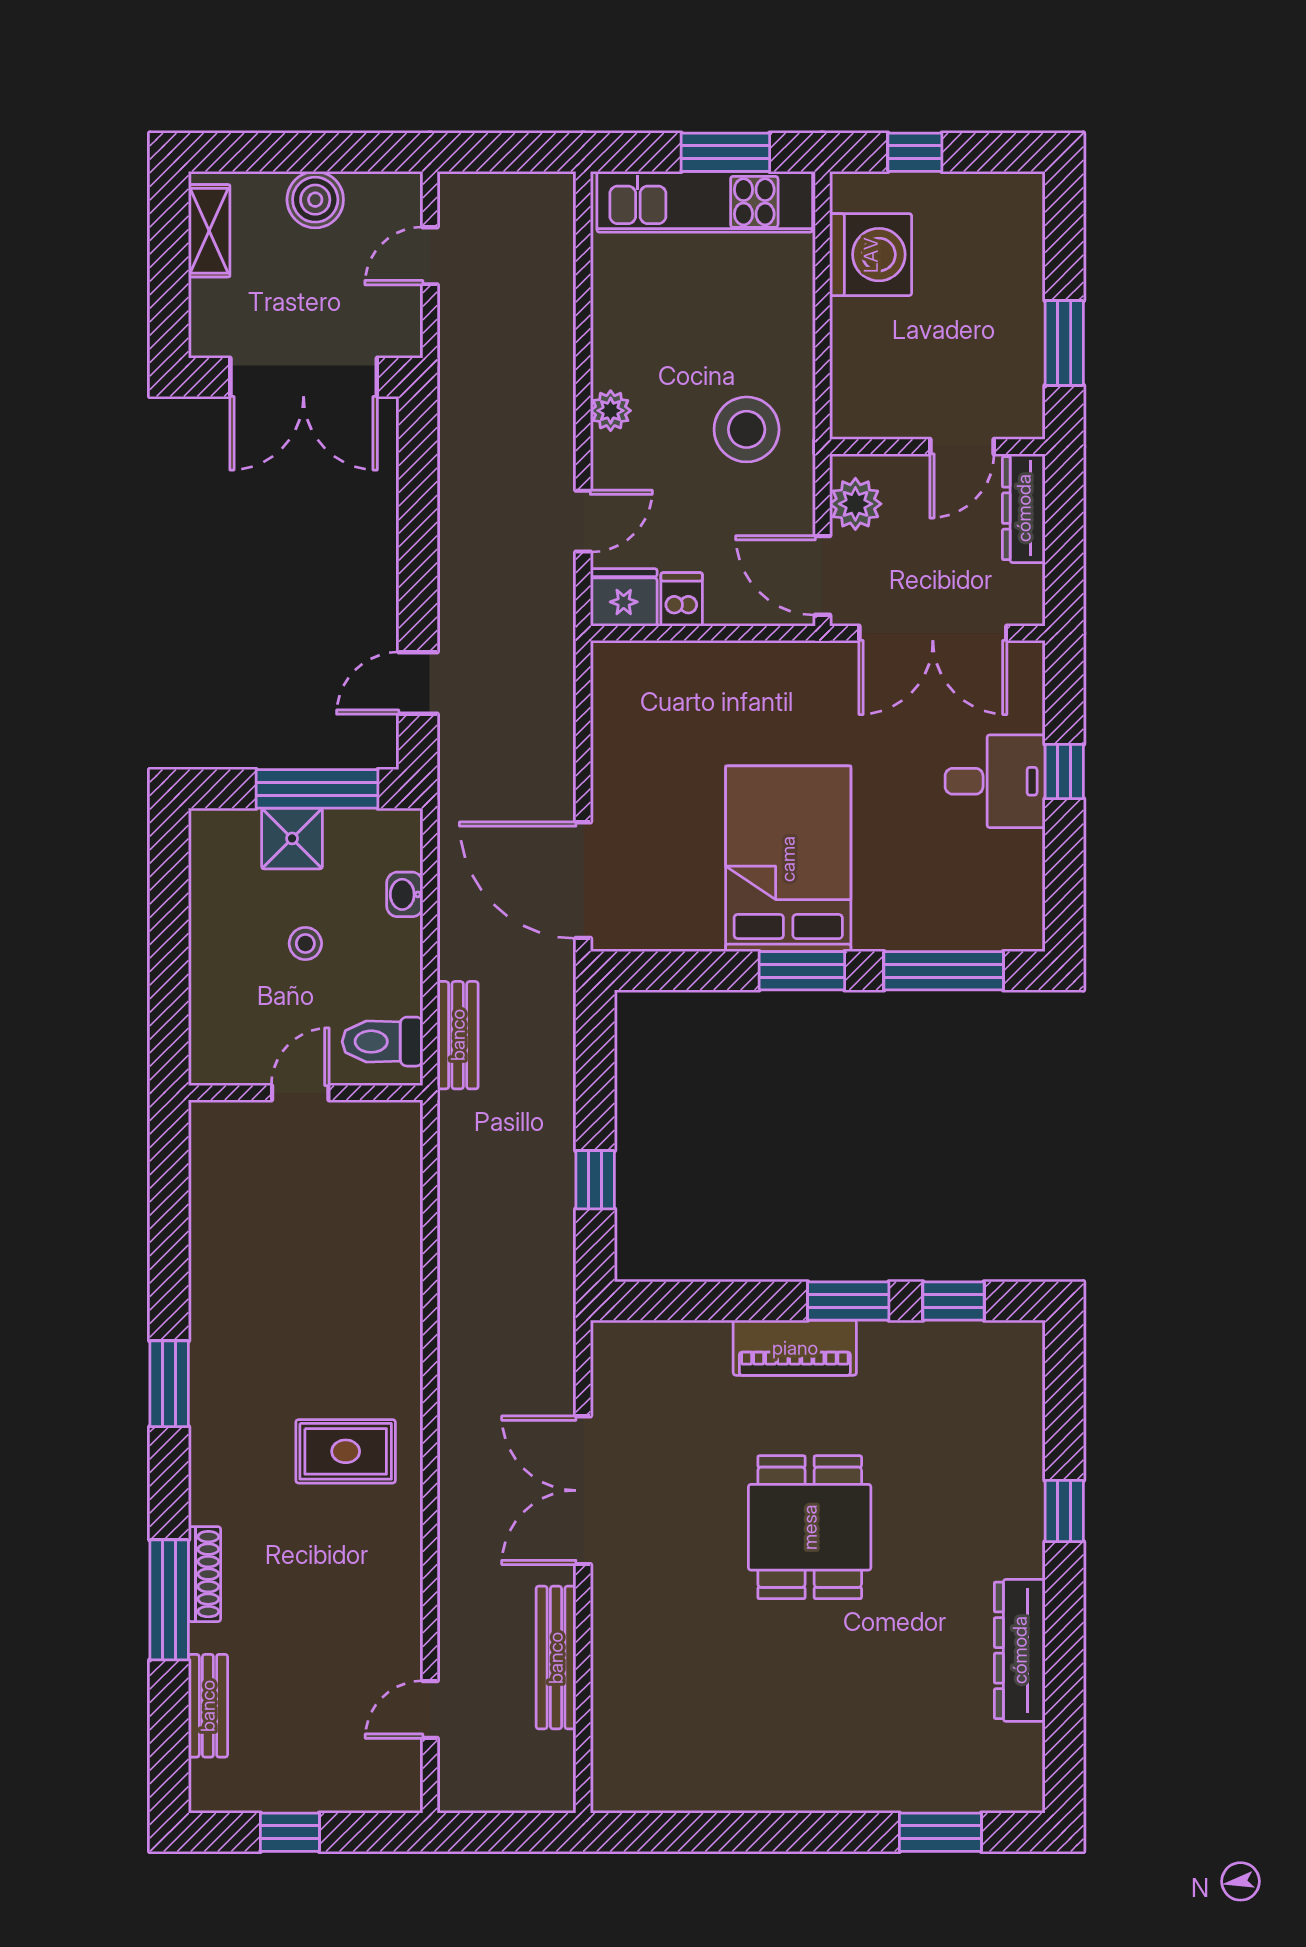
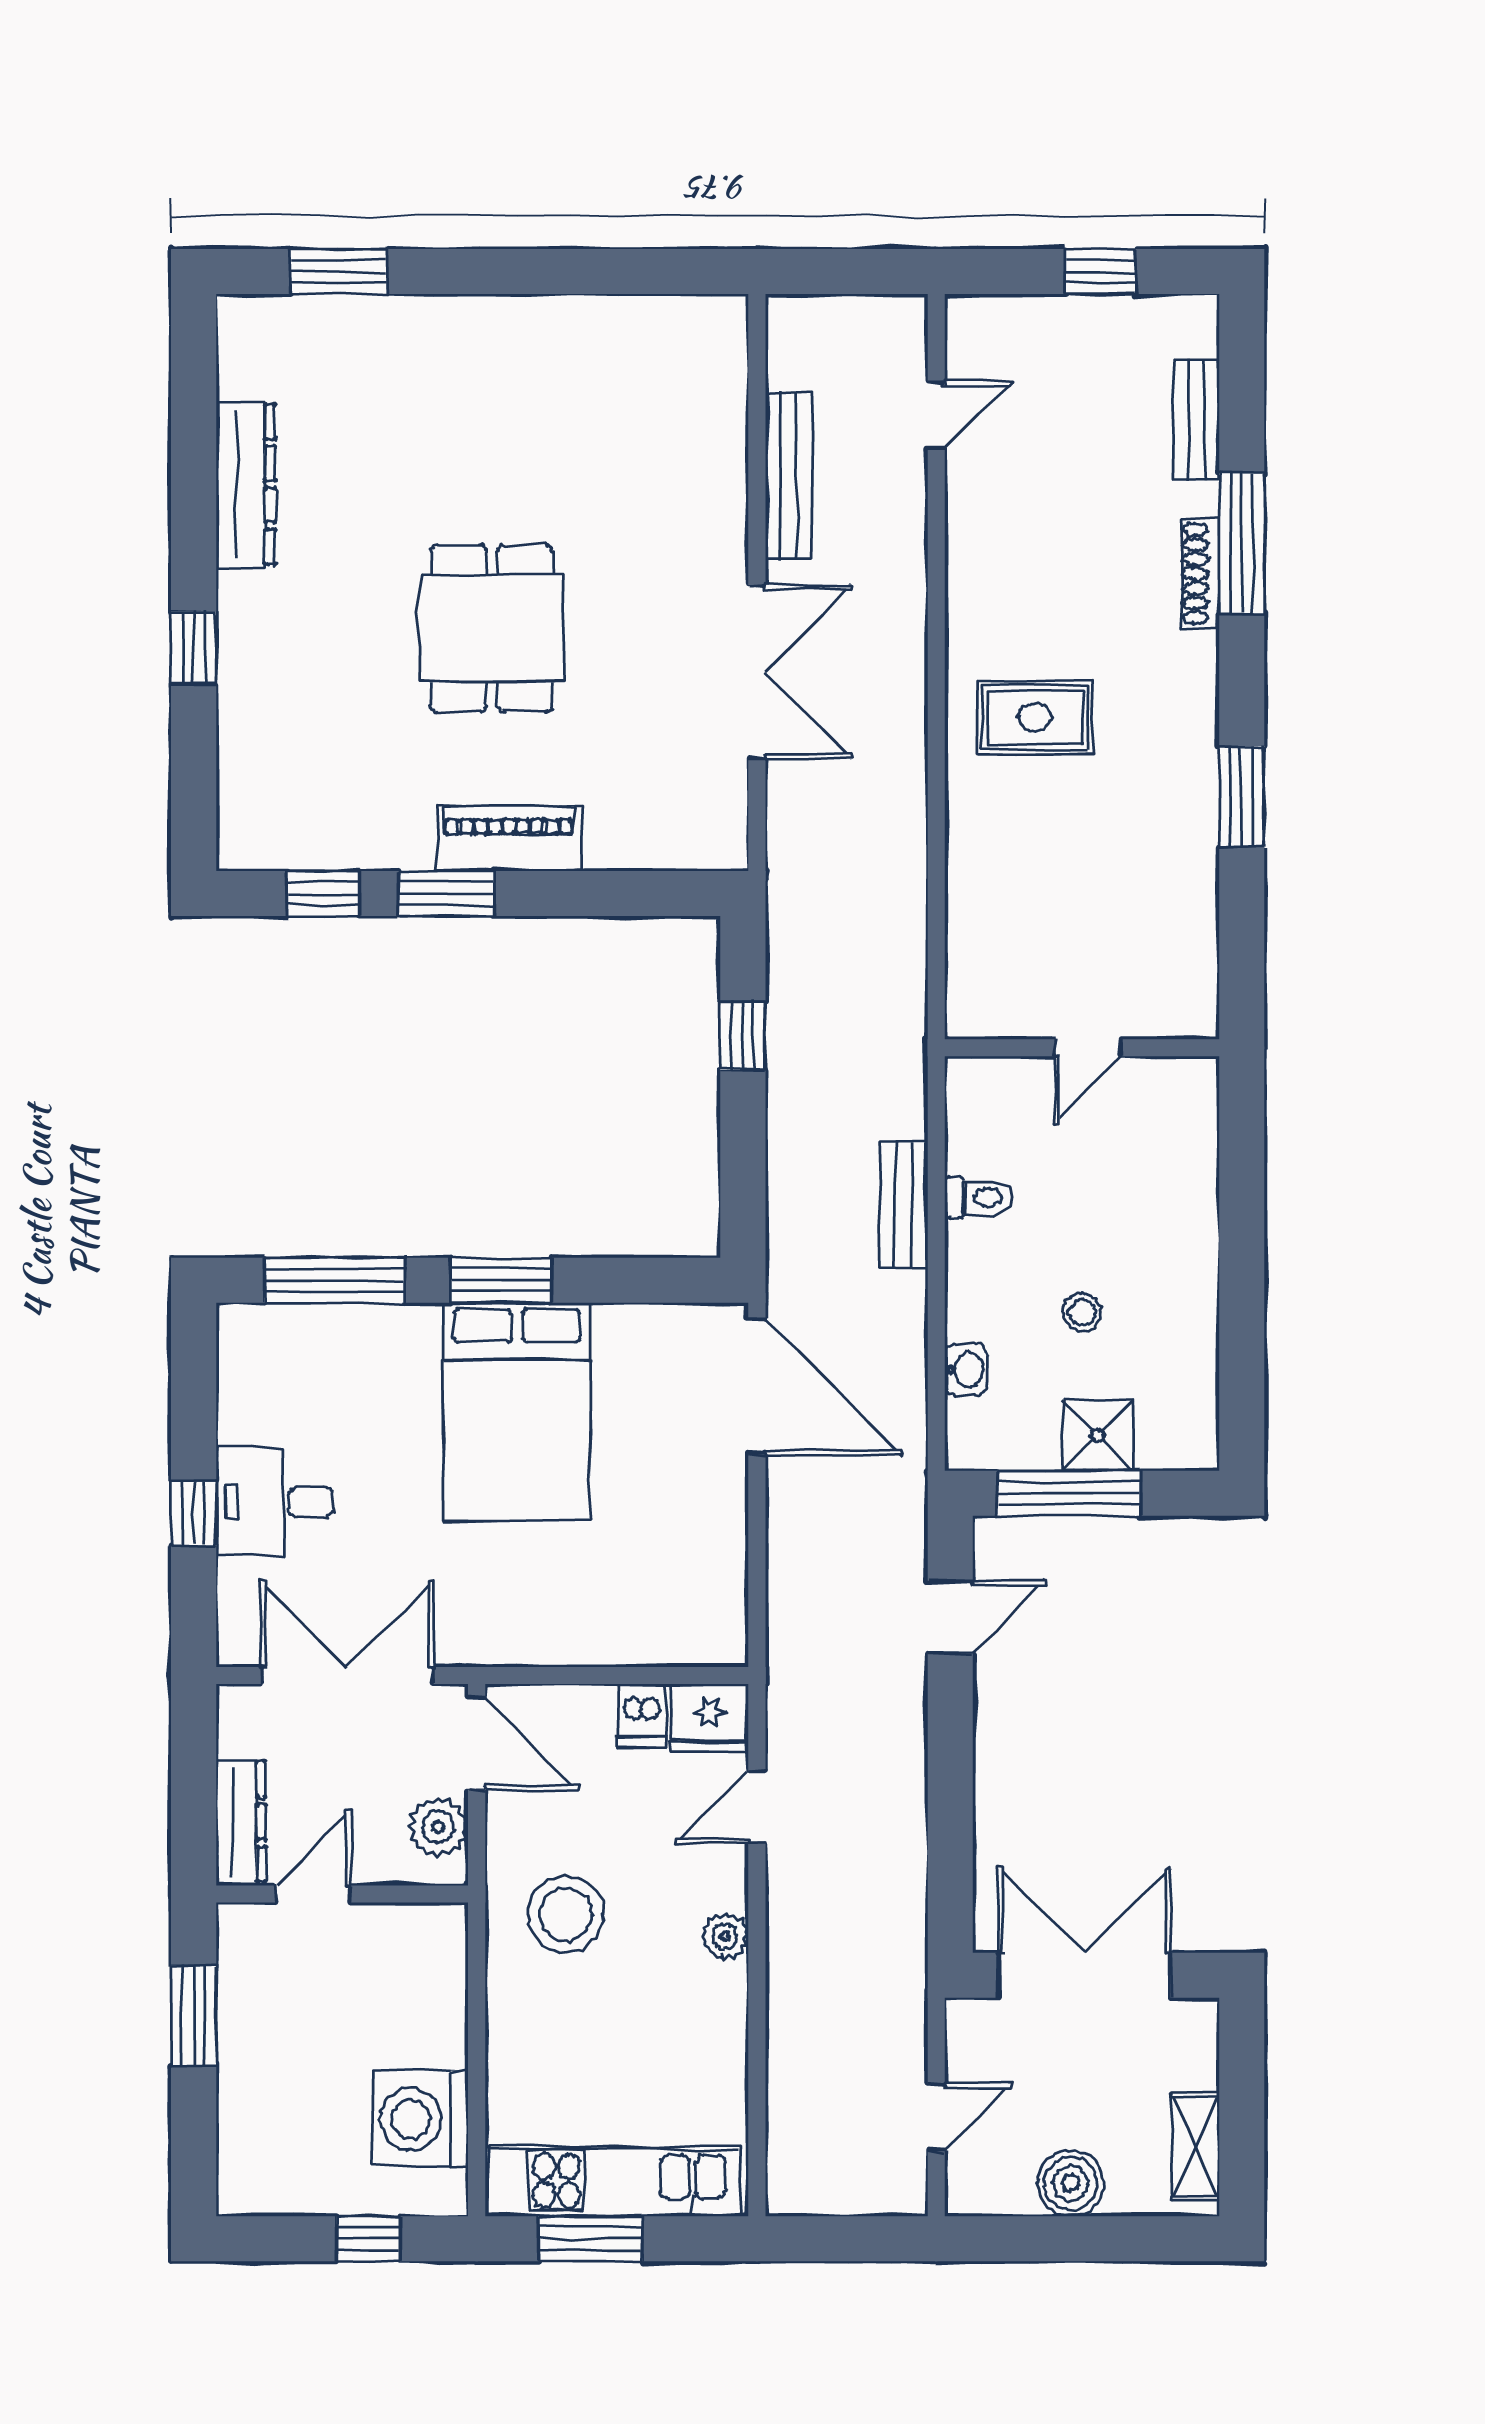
toilet: (382, 1042) -> (979, 1197), width x0.73, depth x0.72
door: (300, 1093) -> (1088, 1048), moved
wall: (306, 1093) -> (1082, 1048), moved

